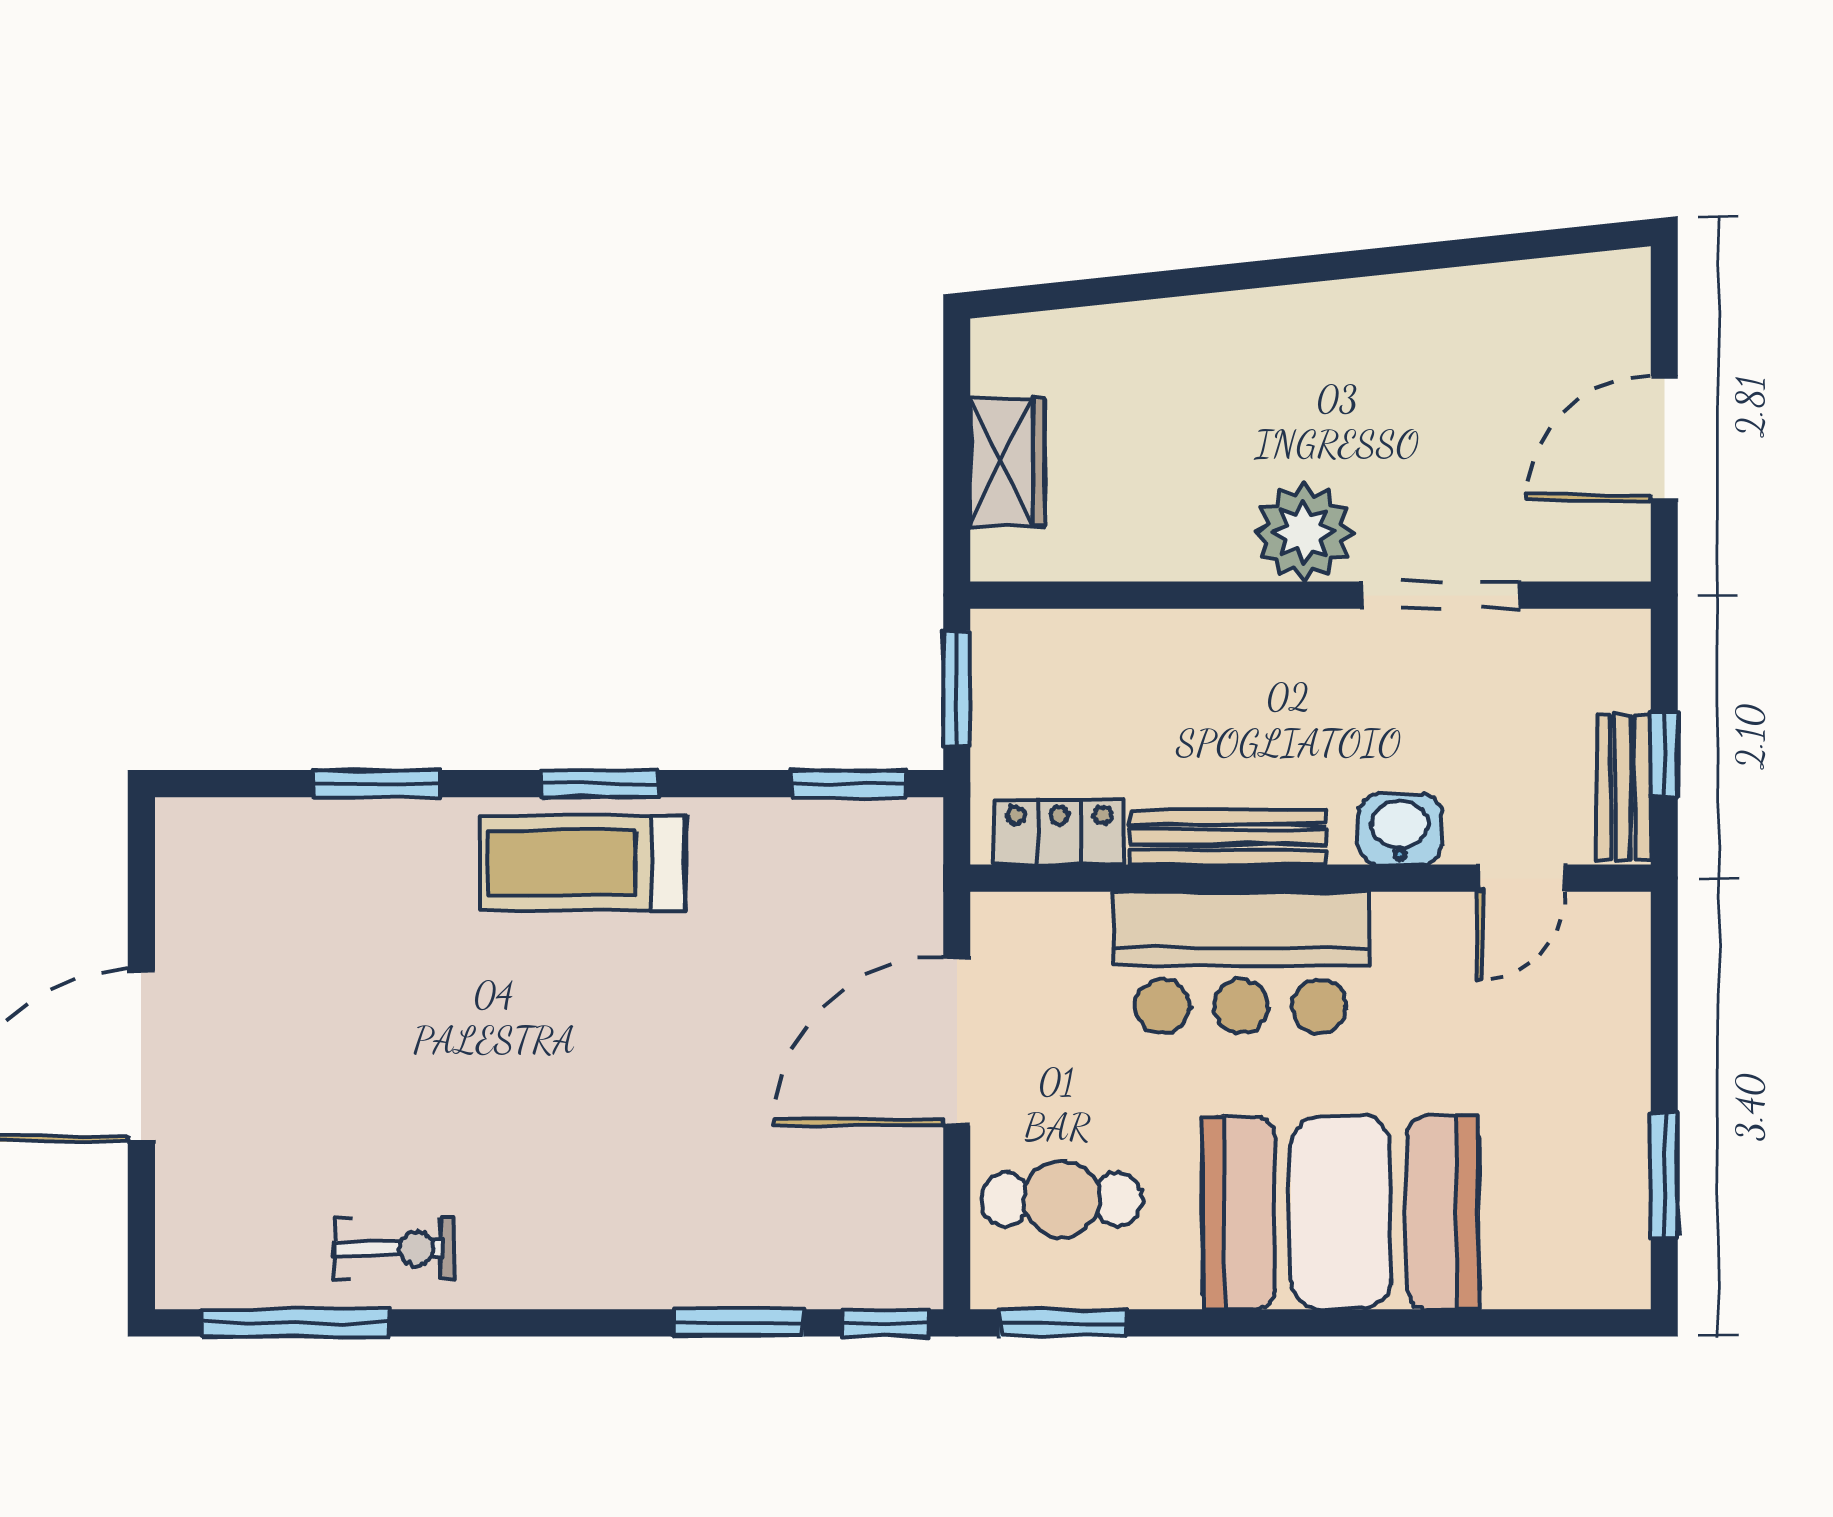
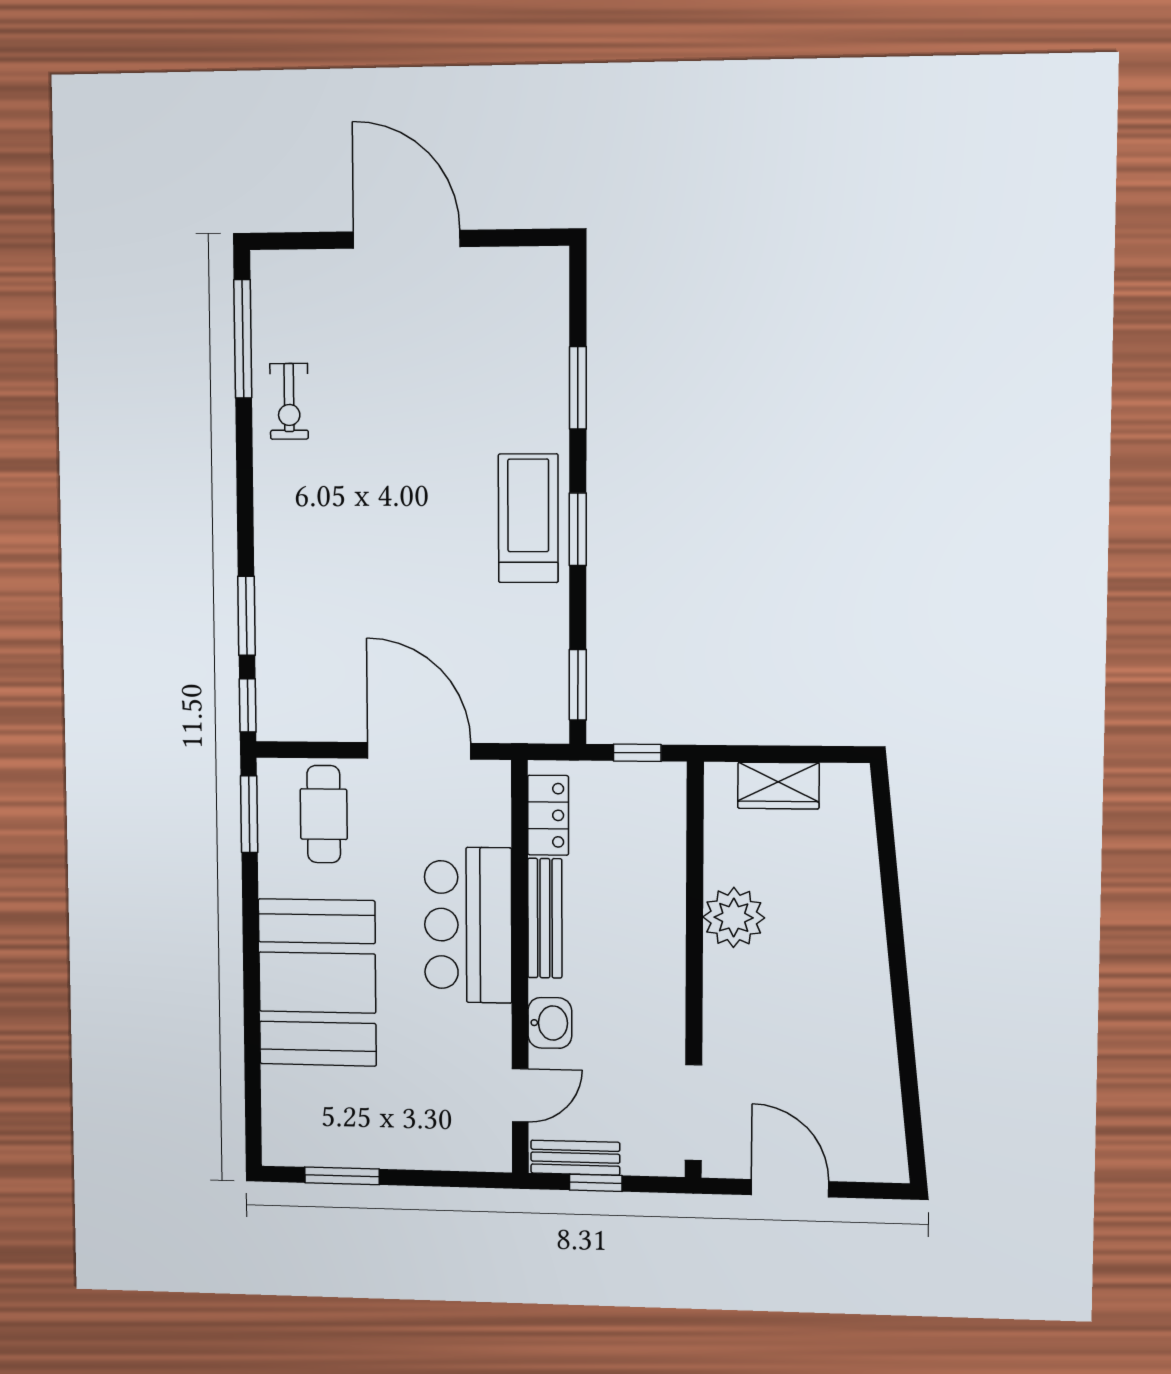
plant: (1304, 532) -> (734, 917), moved
doorway: (1441, 595) -> (694, 1113), moved
window: (957, 688) -> (637, 753), width x0.67
door: (1521, 878) -> (520, 1095), swing flipped

